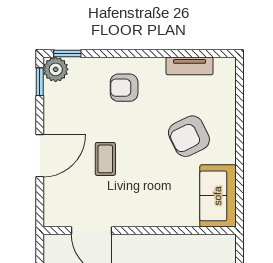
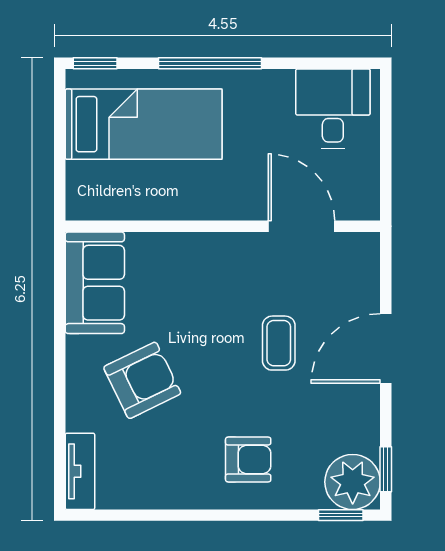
tv unit: (190, 66) -> (80, 471), moved, turned 90
plant: (56, 69) -> (353, 482), width x1.36, depth x1.36

